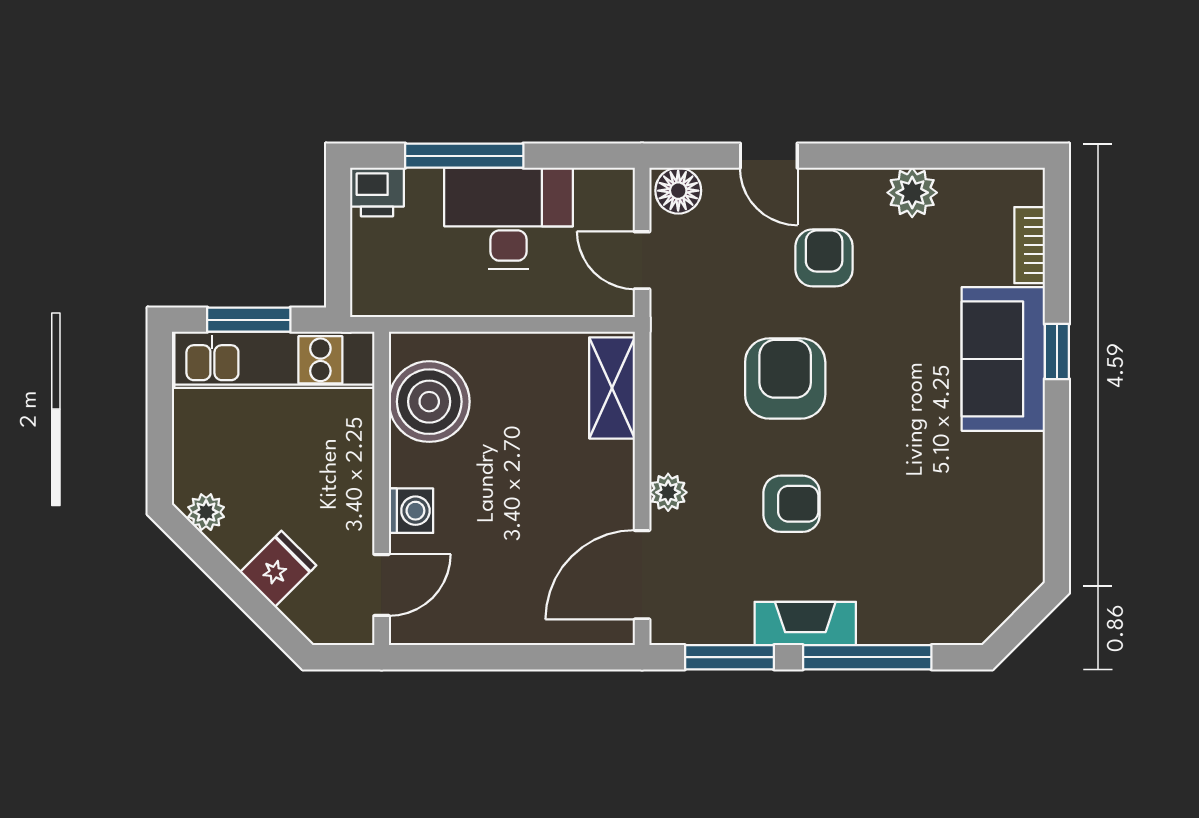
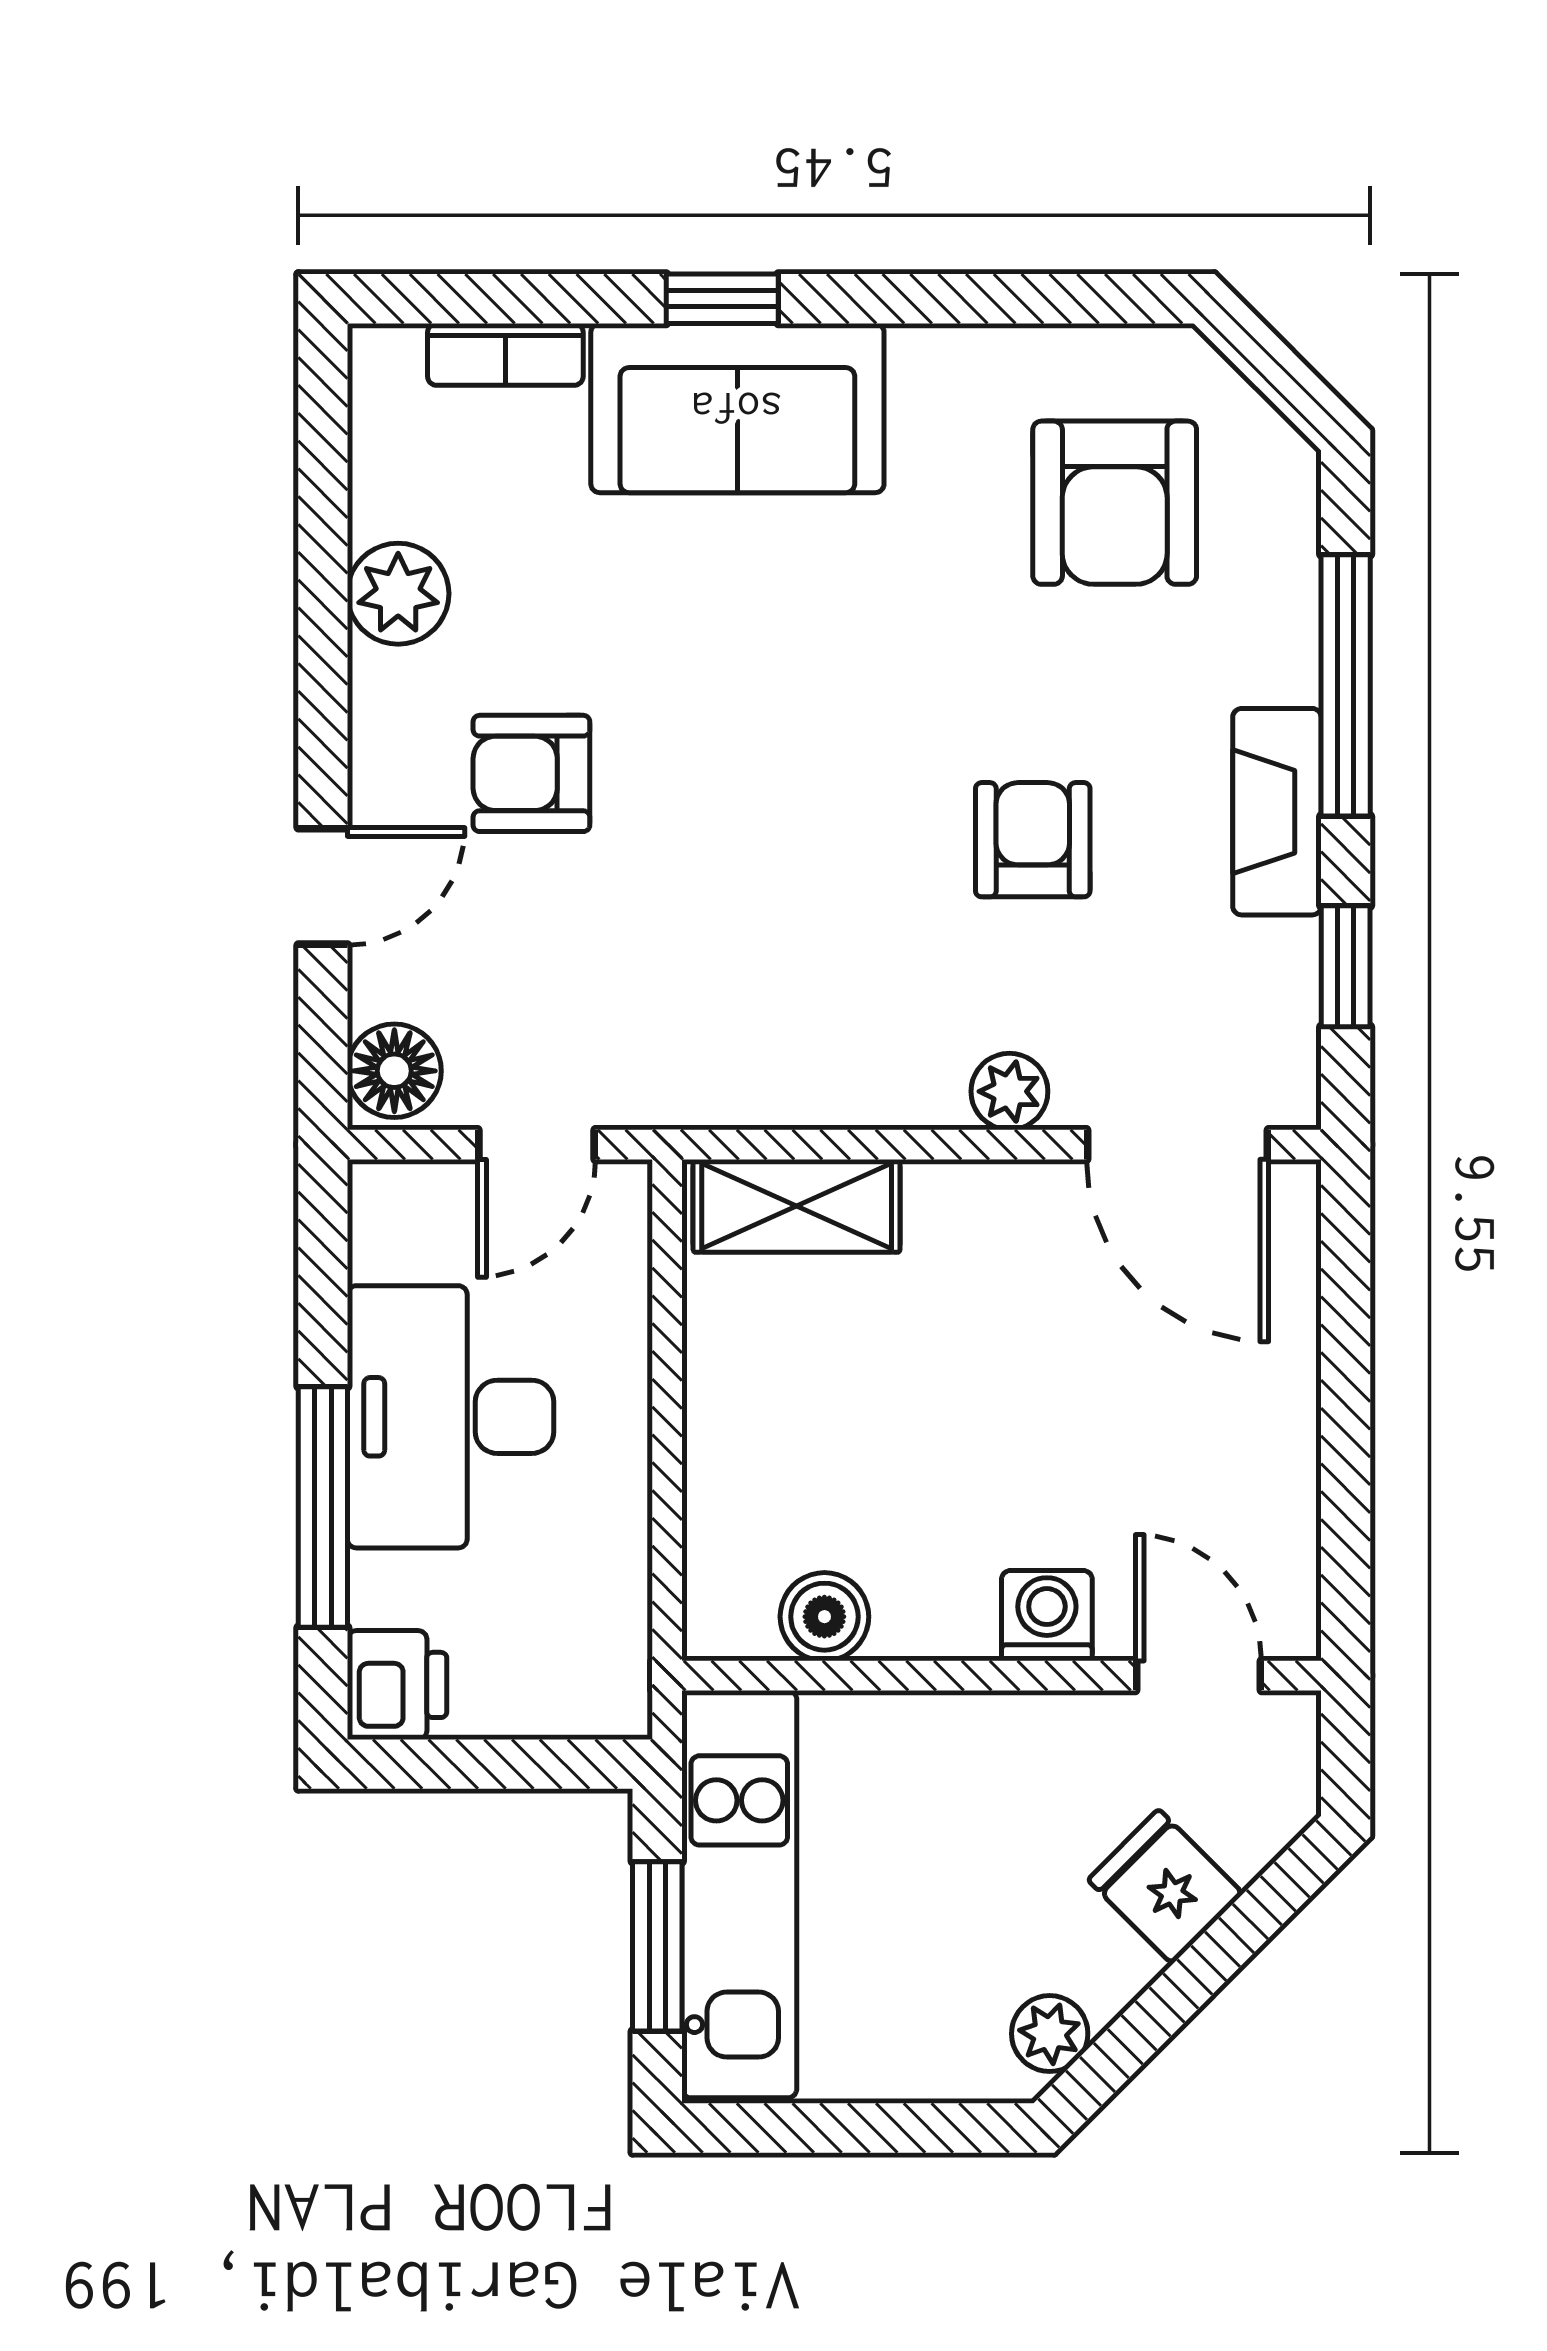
armchair: (785, 378) -> (1115, 503), moved, turned -90
boiler: (429, 402) -> (824, 1617), width x0.54, depth x0.54
window: (729, 657) -> (1346, 966), width x0.67

